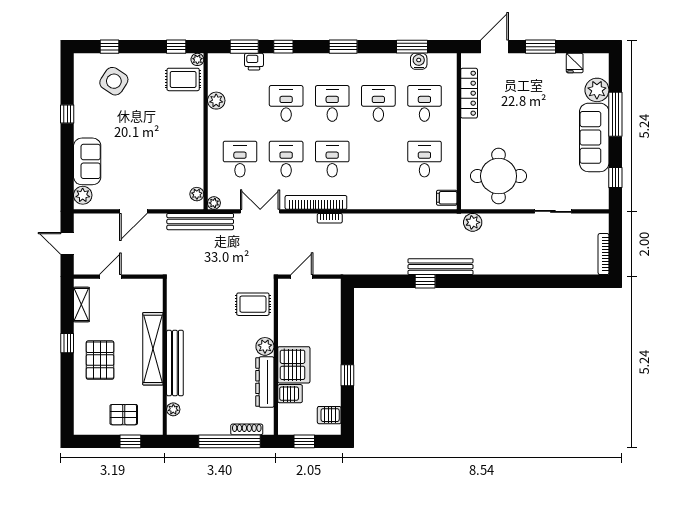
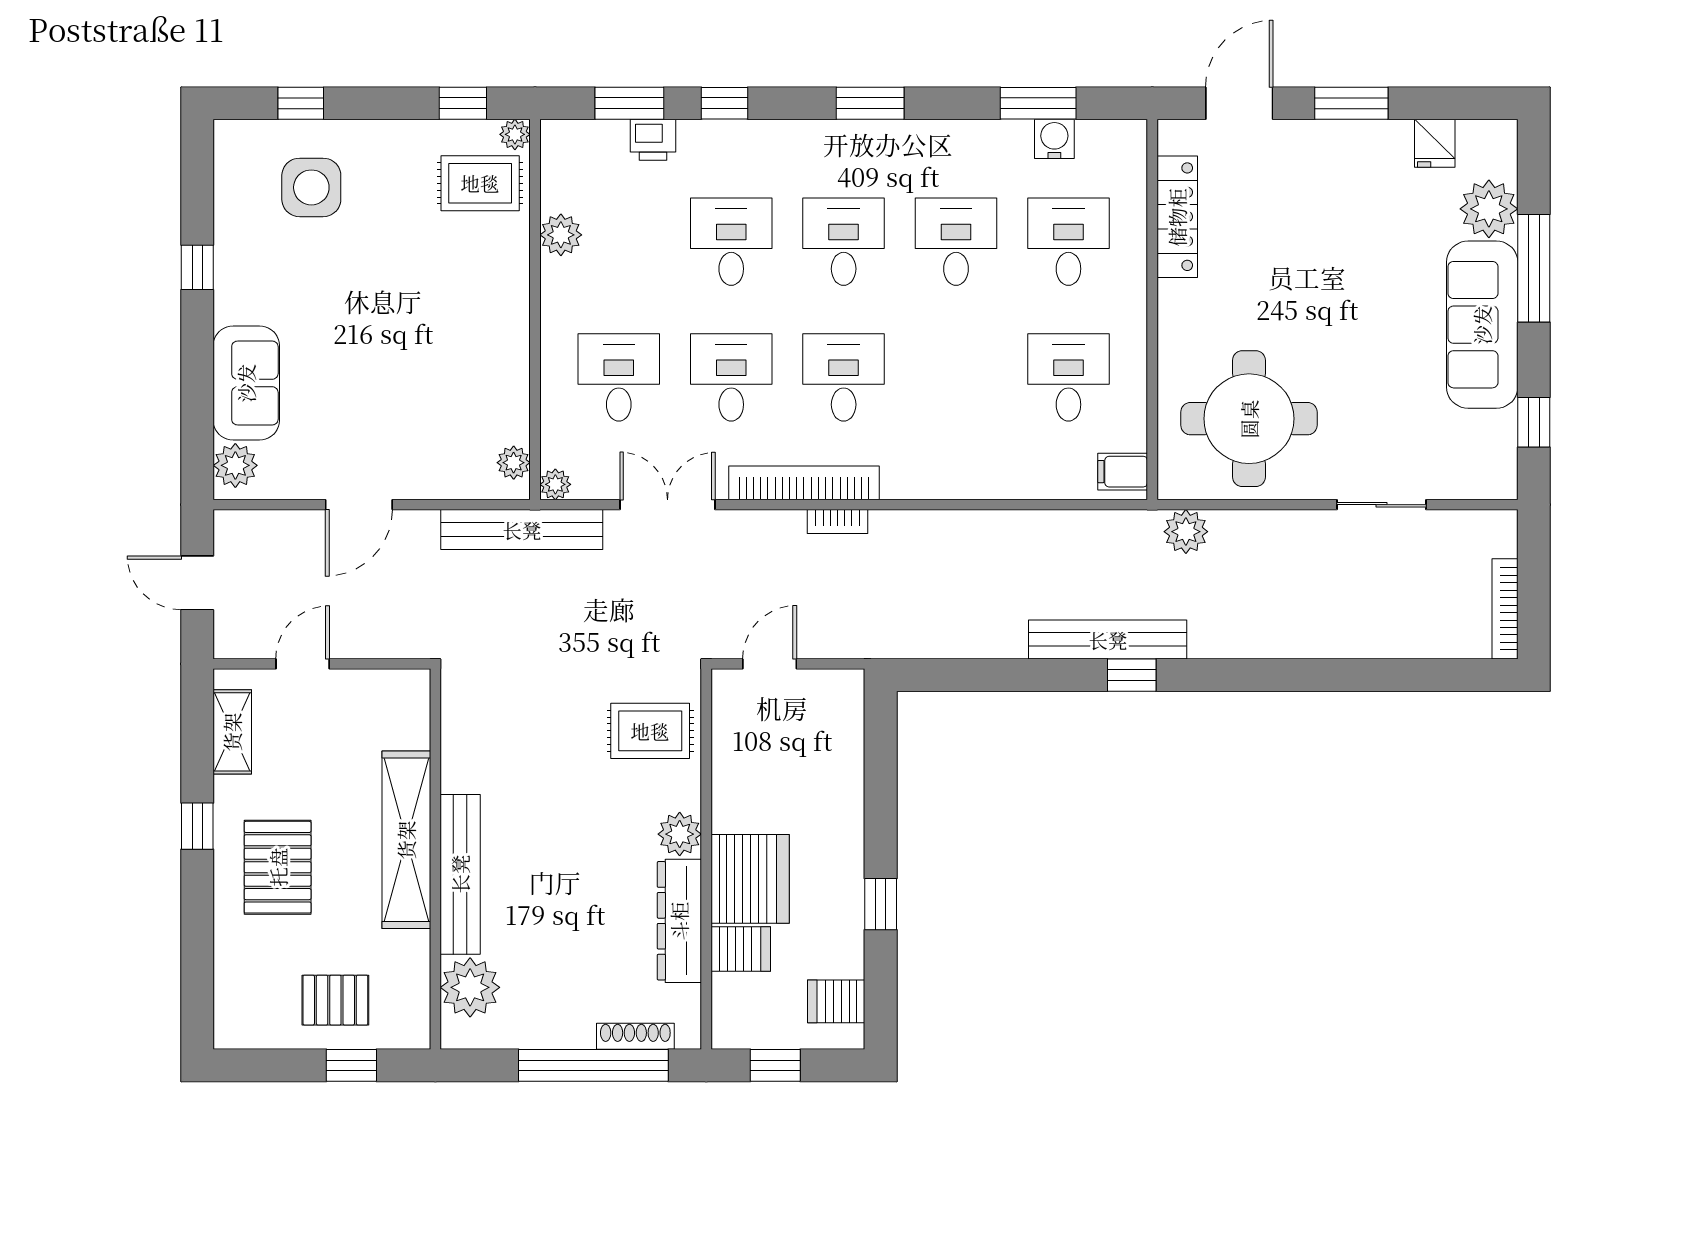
side table: (114, 81) -> (311, 187), turned -33
window: (425, 281) -> (1132, 675), moved
plant: (173, 409) -> (470, 987), width x1.87, depth x1.87

